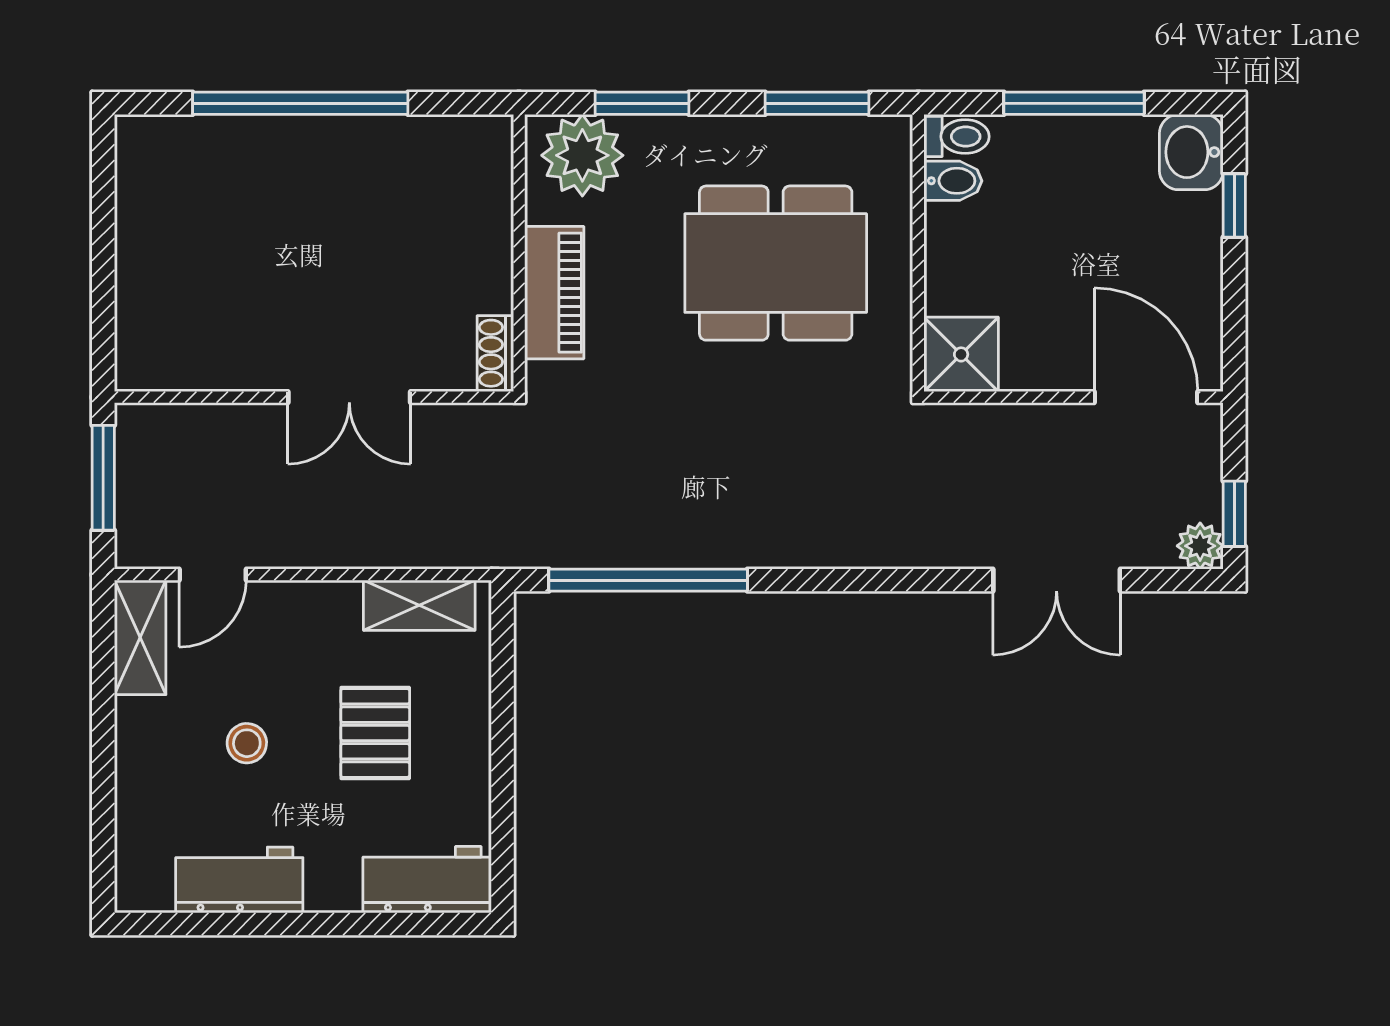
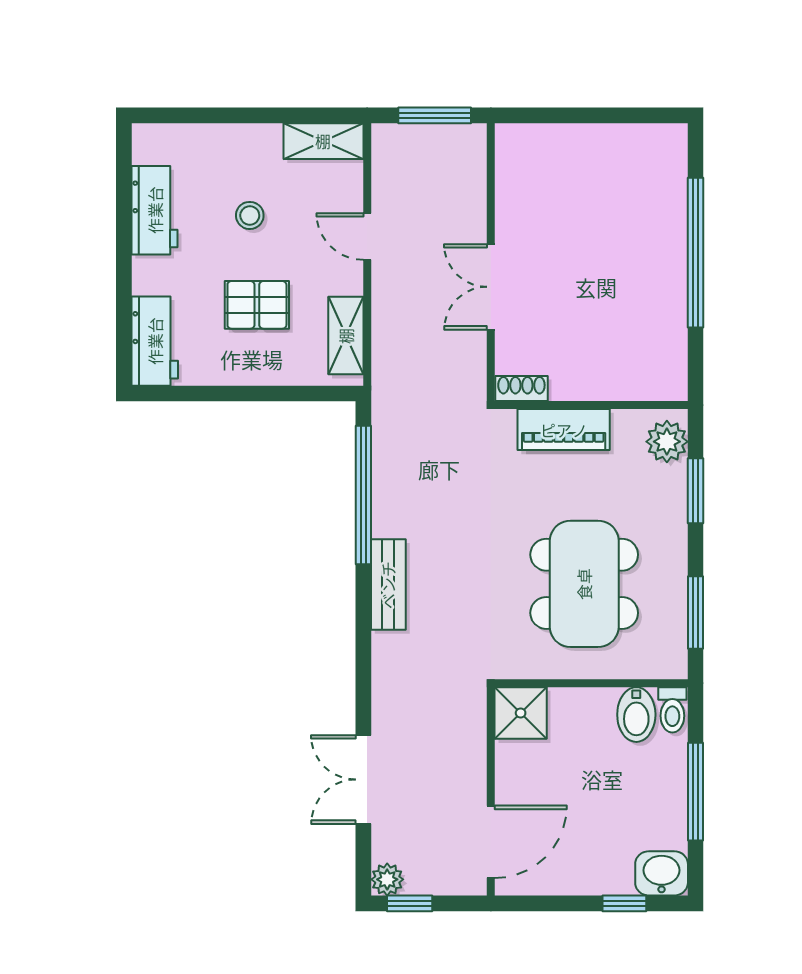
plant: (582, 155) -> (667, 442), width x0.73, depth x0.73
bidet: (953, 181) -> (636, 715), width x1.38, depth x1.36
bench: (777, 544) -> (388, 585), added
door: (213, 575) -> (367, 237), moved

